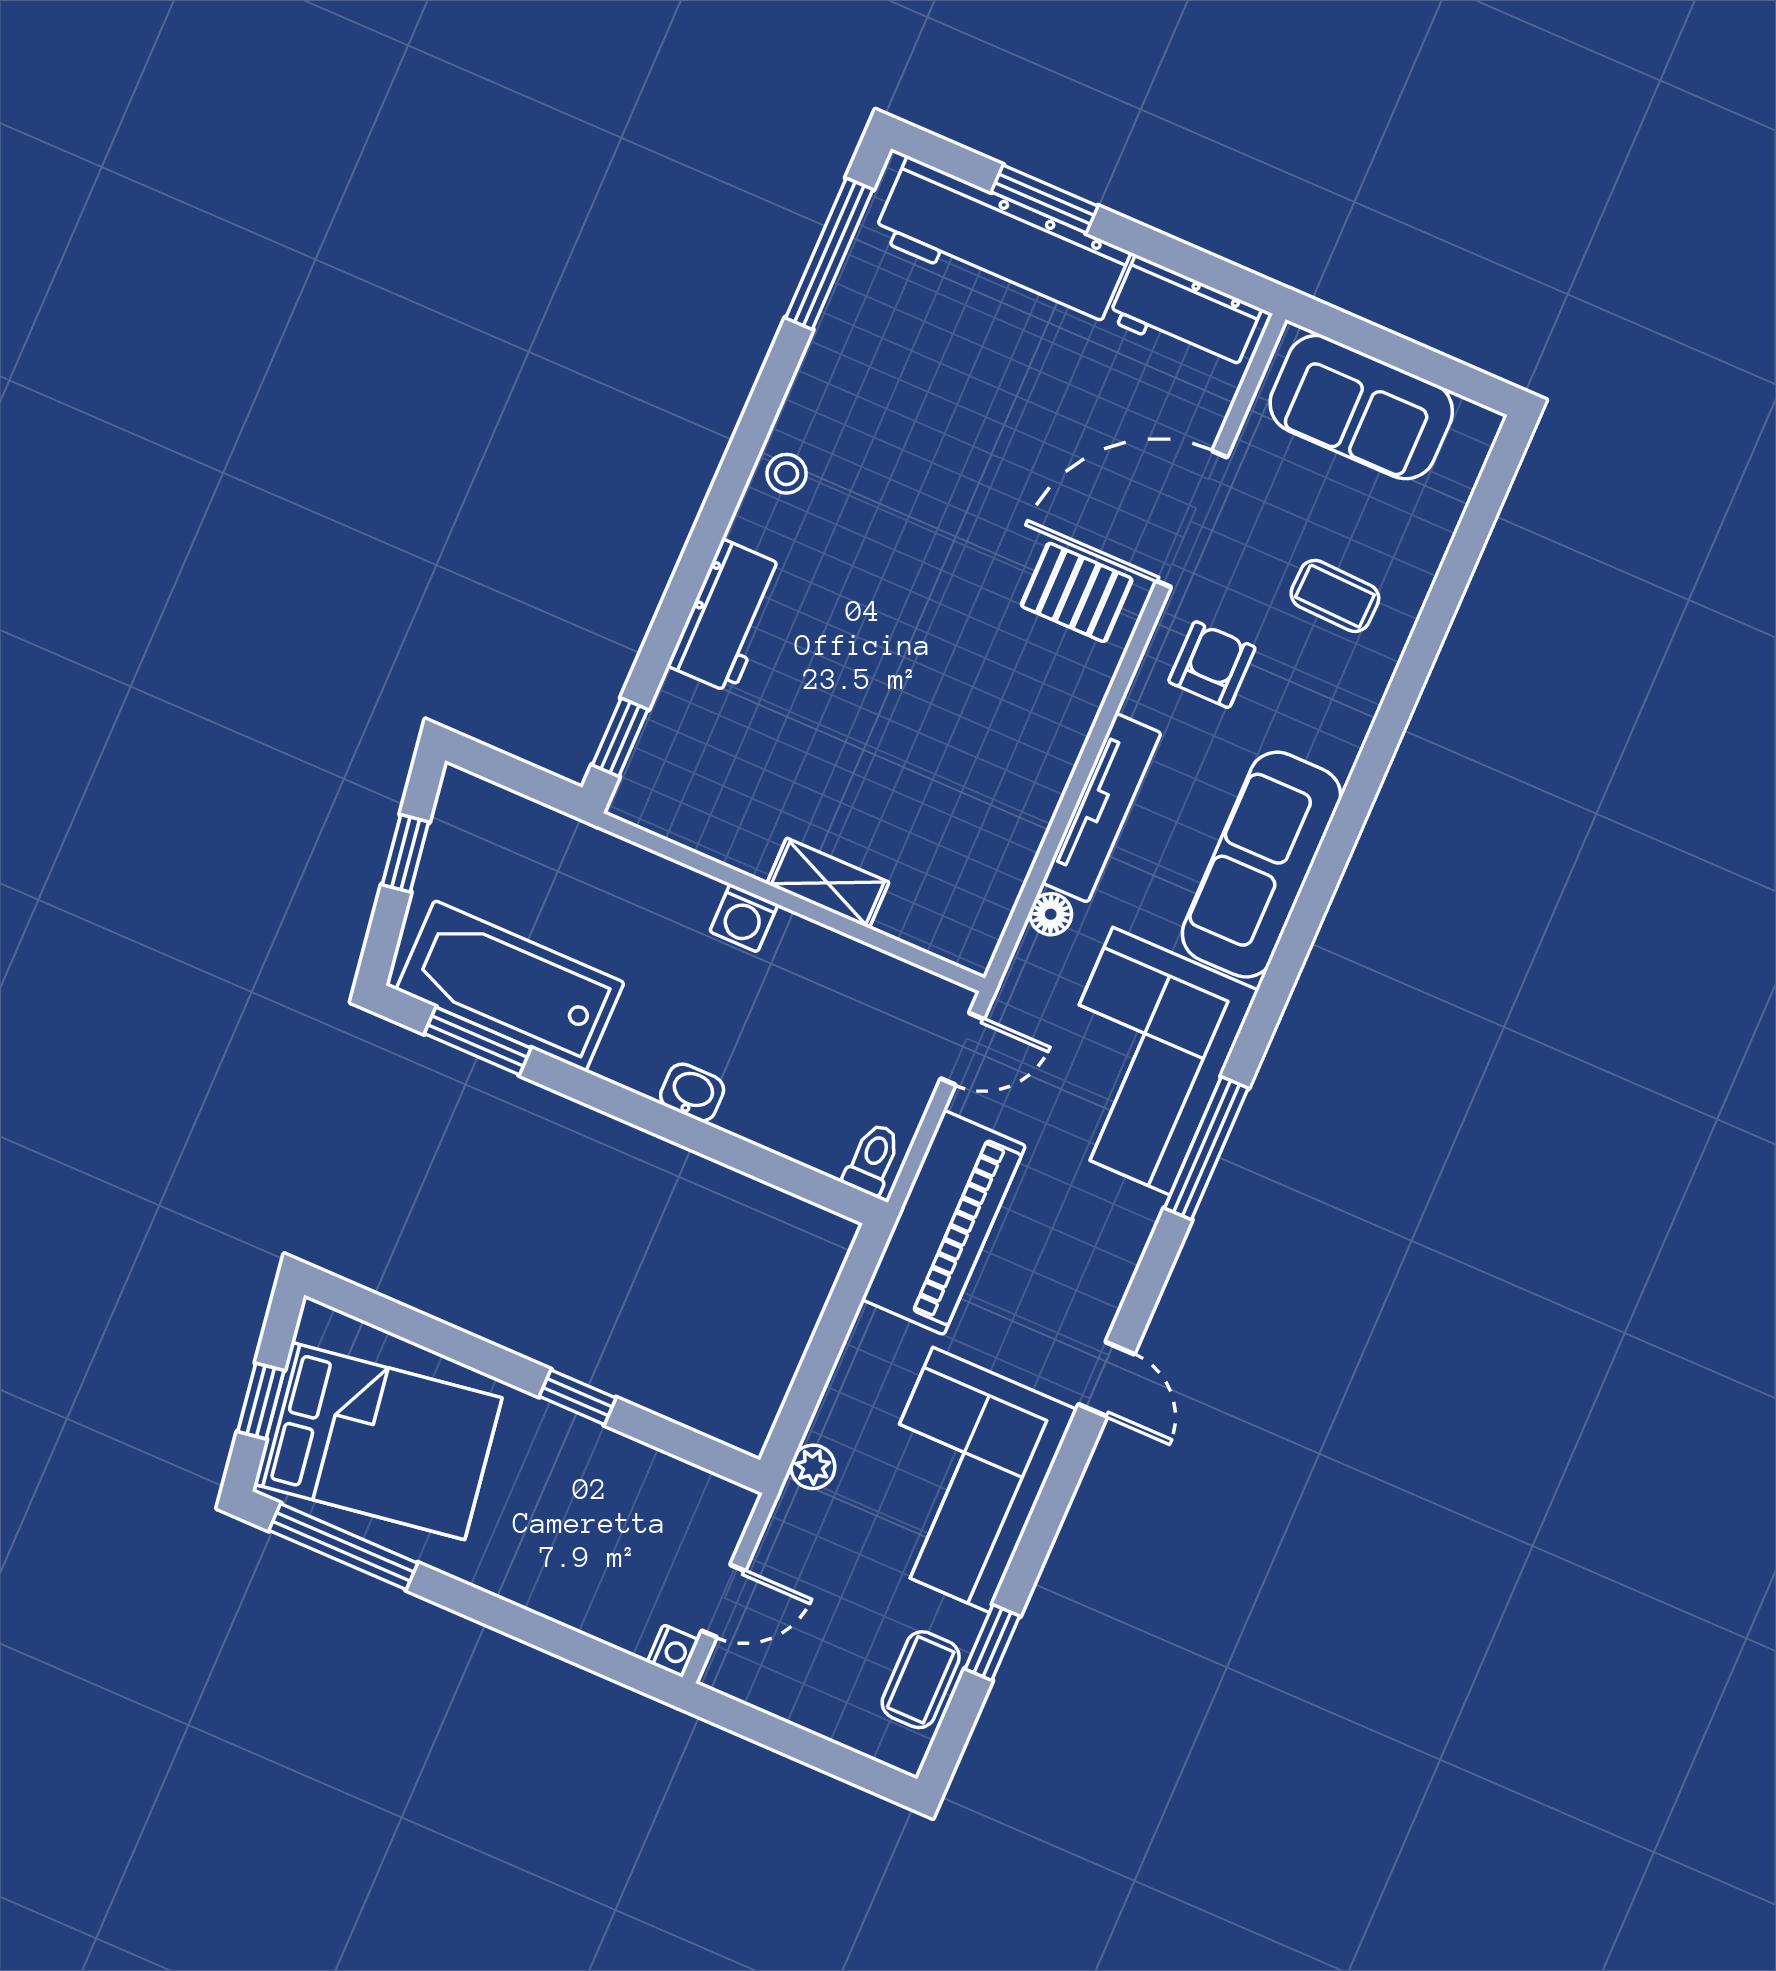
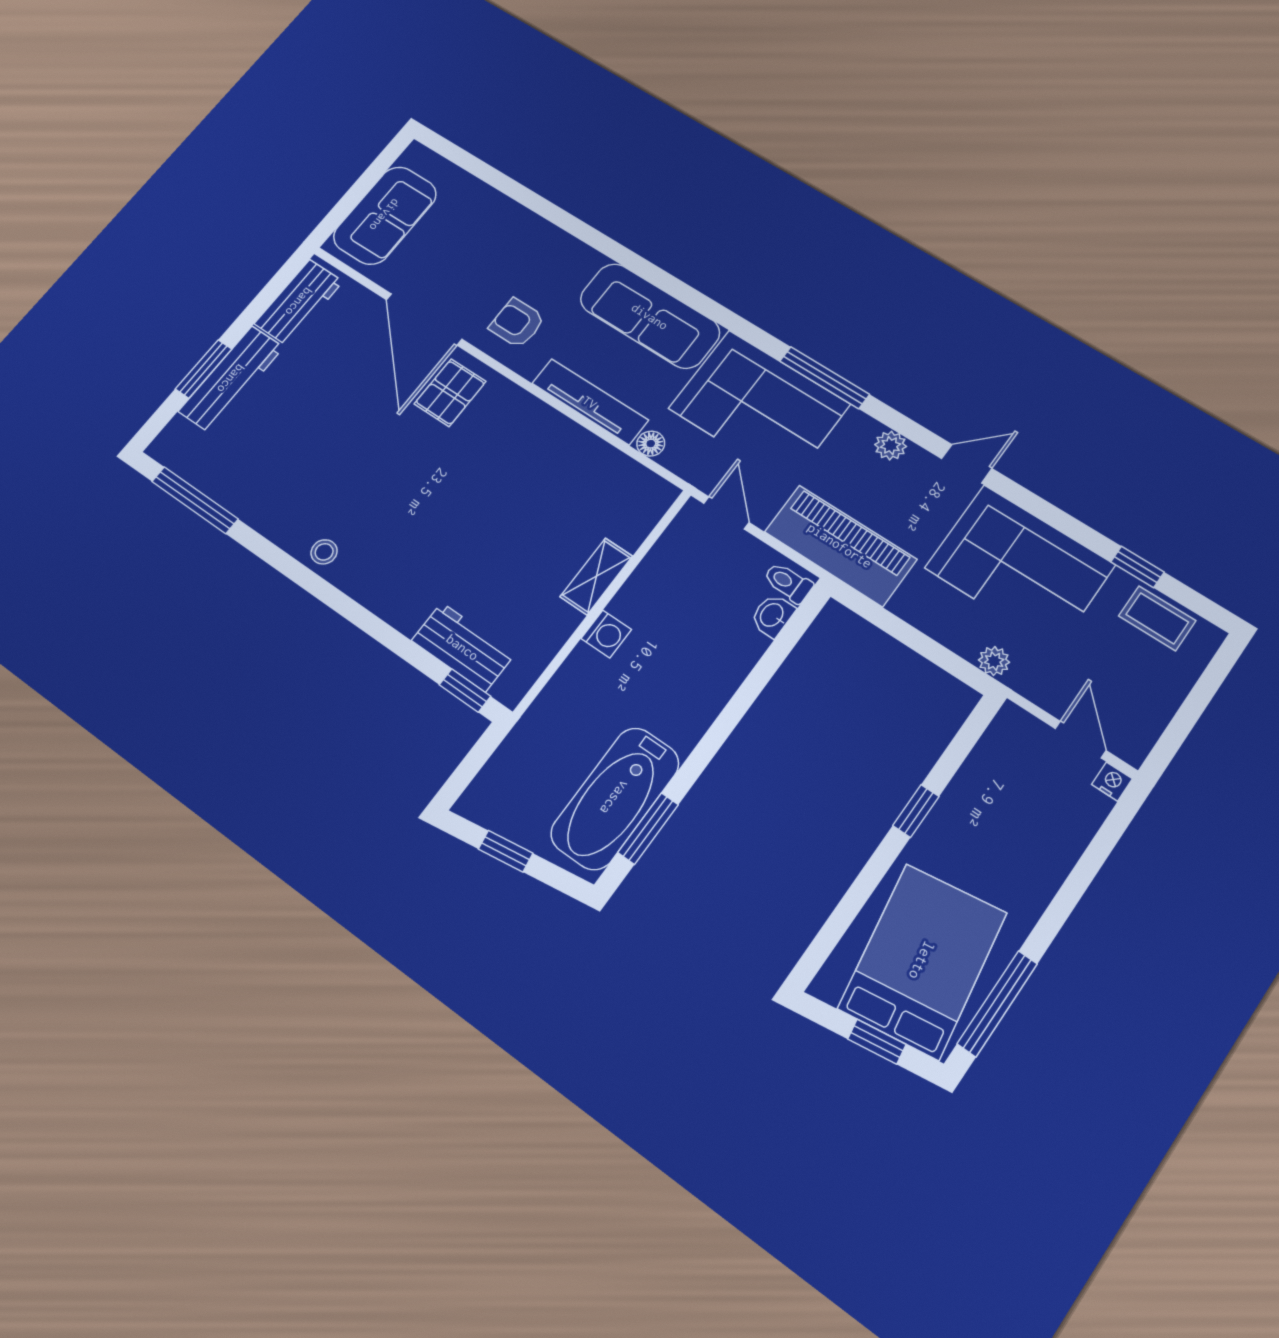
workbench: (1002, 245) -> (231, 379), width x0.73, depth x0.76
coffee table: (1335, 596) -> (494, 248), removed
workbench: (727, 616) -> (463, 647), moved
washbasin: (692, 1092) -> (772, 615), moved
plant: (1114, 1265) -> (891, 446), added

